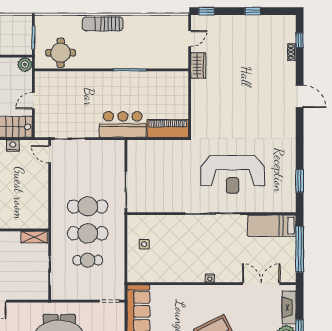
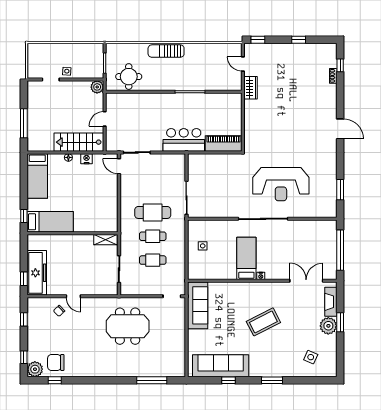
door: (190, 38) -> (243, 64), swing flipped
door: (300, 96) -> (340, 129), moved
bed: (272, 226) -> (246, 258), moved, turned 90
cafe table: (88, 233) -> (153, 236), width x0.73, depth x0.74

